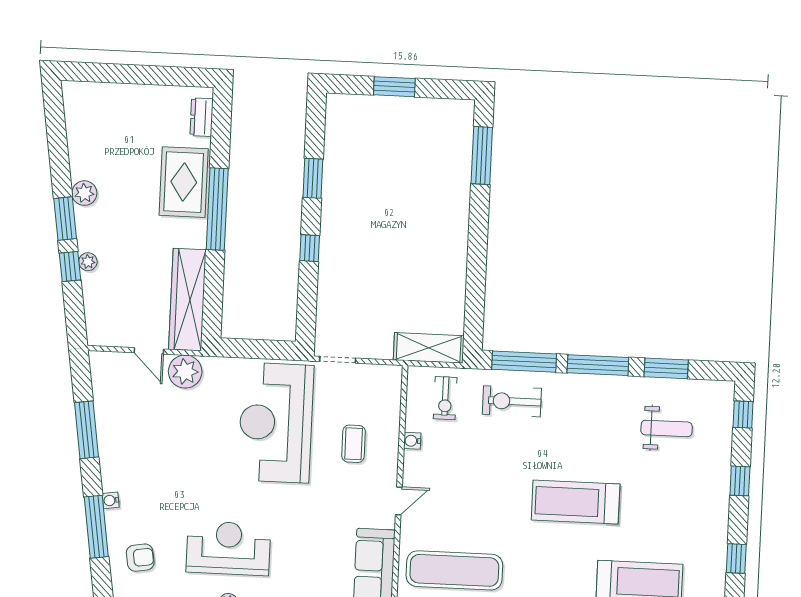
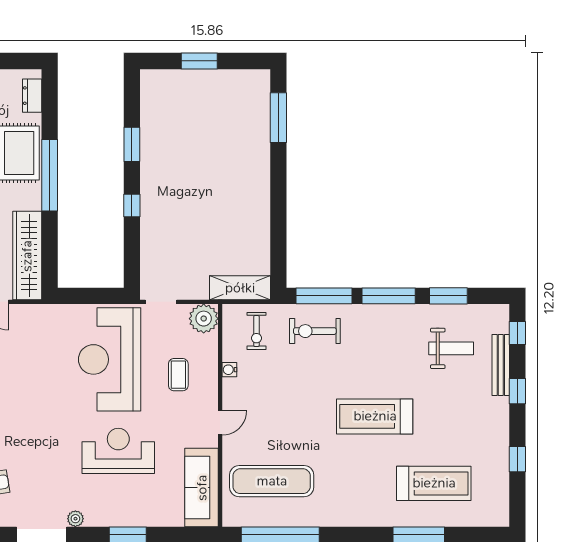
plant: (185, 372) -> (204, 319), moved
bench: (722, 450) -> (501, 365), added
reception desk: (228, 548) -> (118, 451), moved

